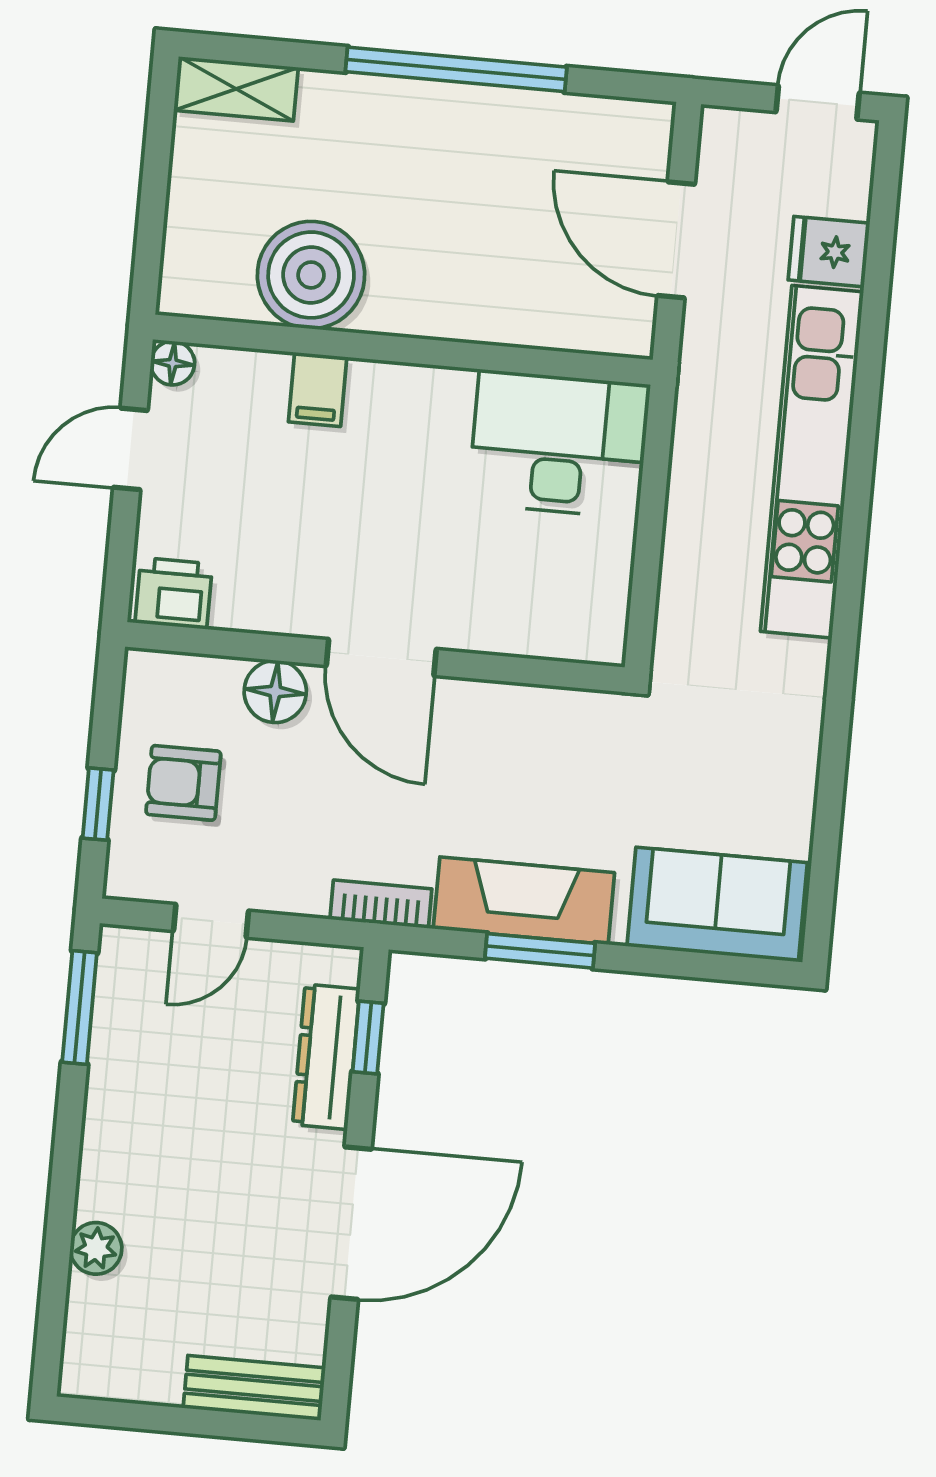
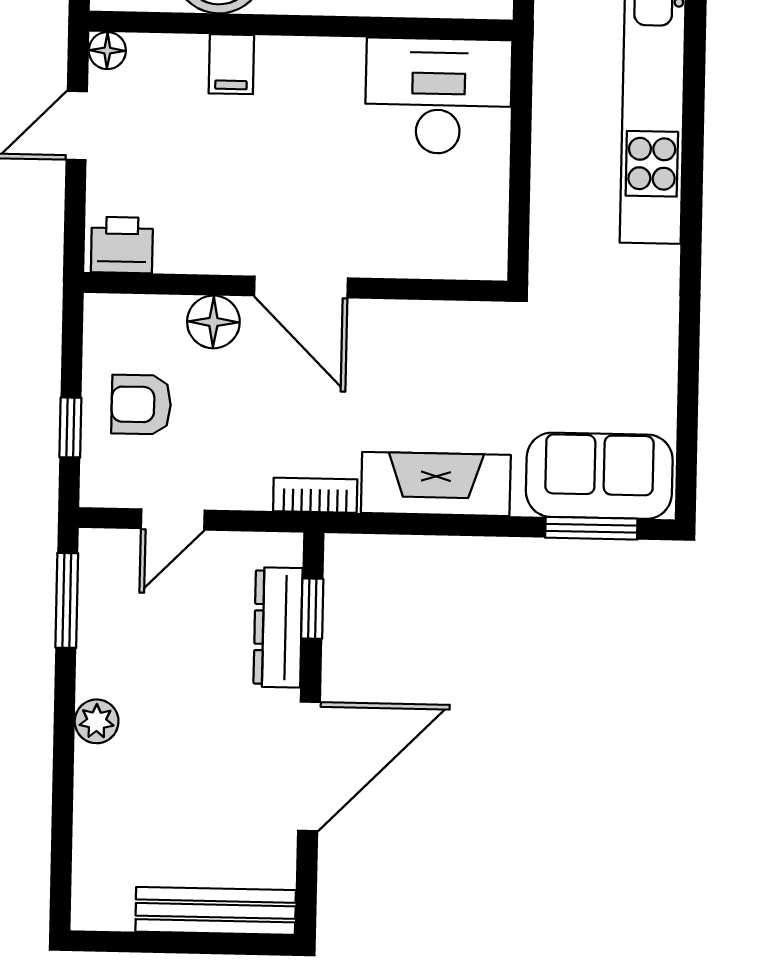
window: (540, 951) -> (591, 528), moved
plant: (96, 1248) -> (97, 721), moved
bench: (254, 1388) -> (216, 911), width x1.36

